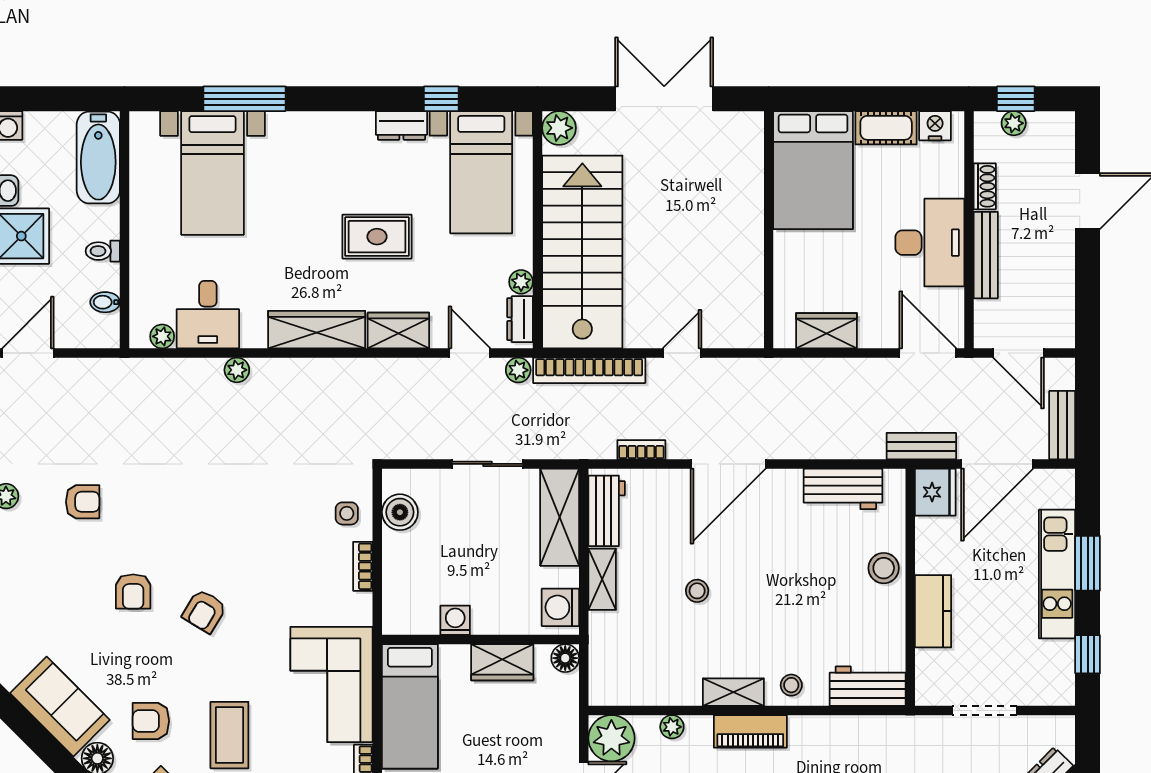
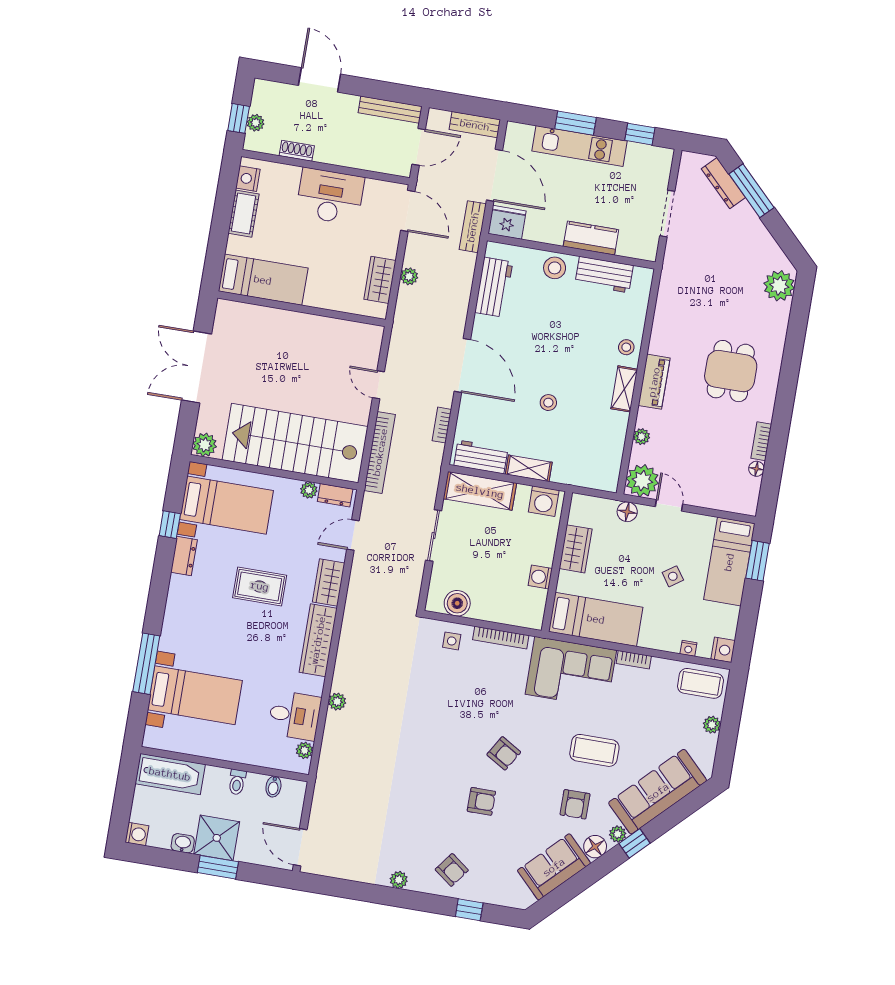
bed: (813, 170) -> (263, 280), width x0.67
rug: (377, 237) -> (260, 586), turned 90
bench: (986, 255) -> (390, 110), moved
door: (928, 353) -> (408, 211), swing flipped
plant: (518, 370) -> (409, 276), moved
armchair: (83, 502) -> (452, 870), moved, turned 127
bookcase: (363, 566) -> (501, 638), width x1.56
floor lamp: (565, 658) -> (627, 512), moved
workbench: (868, 686) -> (604, 275), moved, turned -90

